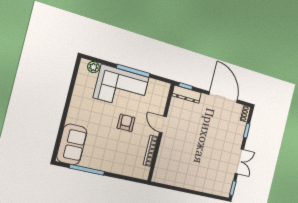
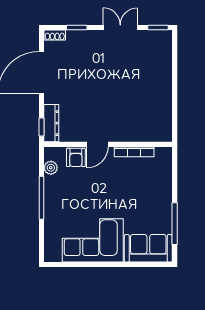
plant: (93, 67) -> (51, 168), moved
corner sofa: (121, 87) -> (93, 240), moved, turned -90
armchair: (126, 123) -> (76, 157), moved, turned -90

